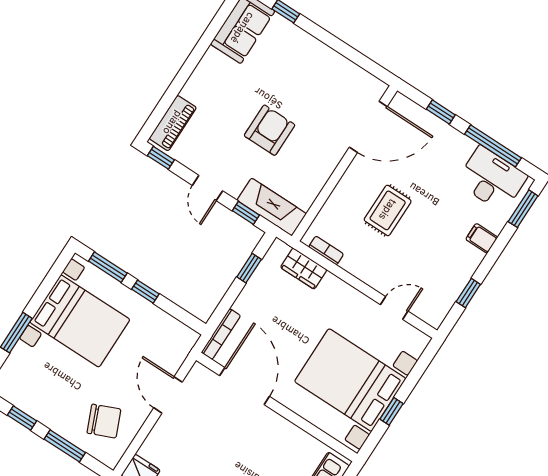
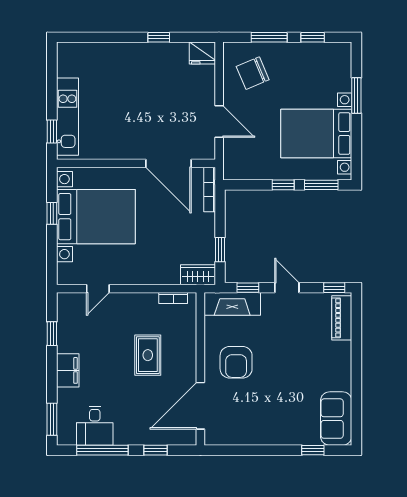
armchair: (270, 130) -> (236, 362), moved
desk: (492, 179) -> (95, 426), width x0.73
filing cabinet: (482, 238) -> (68, 370), width x2.00
wardrobe: (304, 269) -> (198, 275), moved

